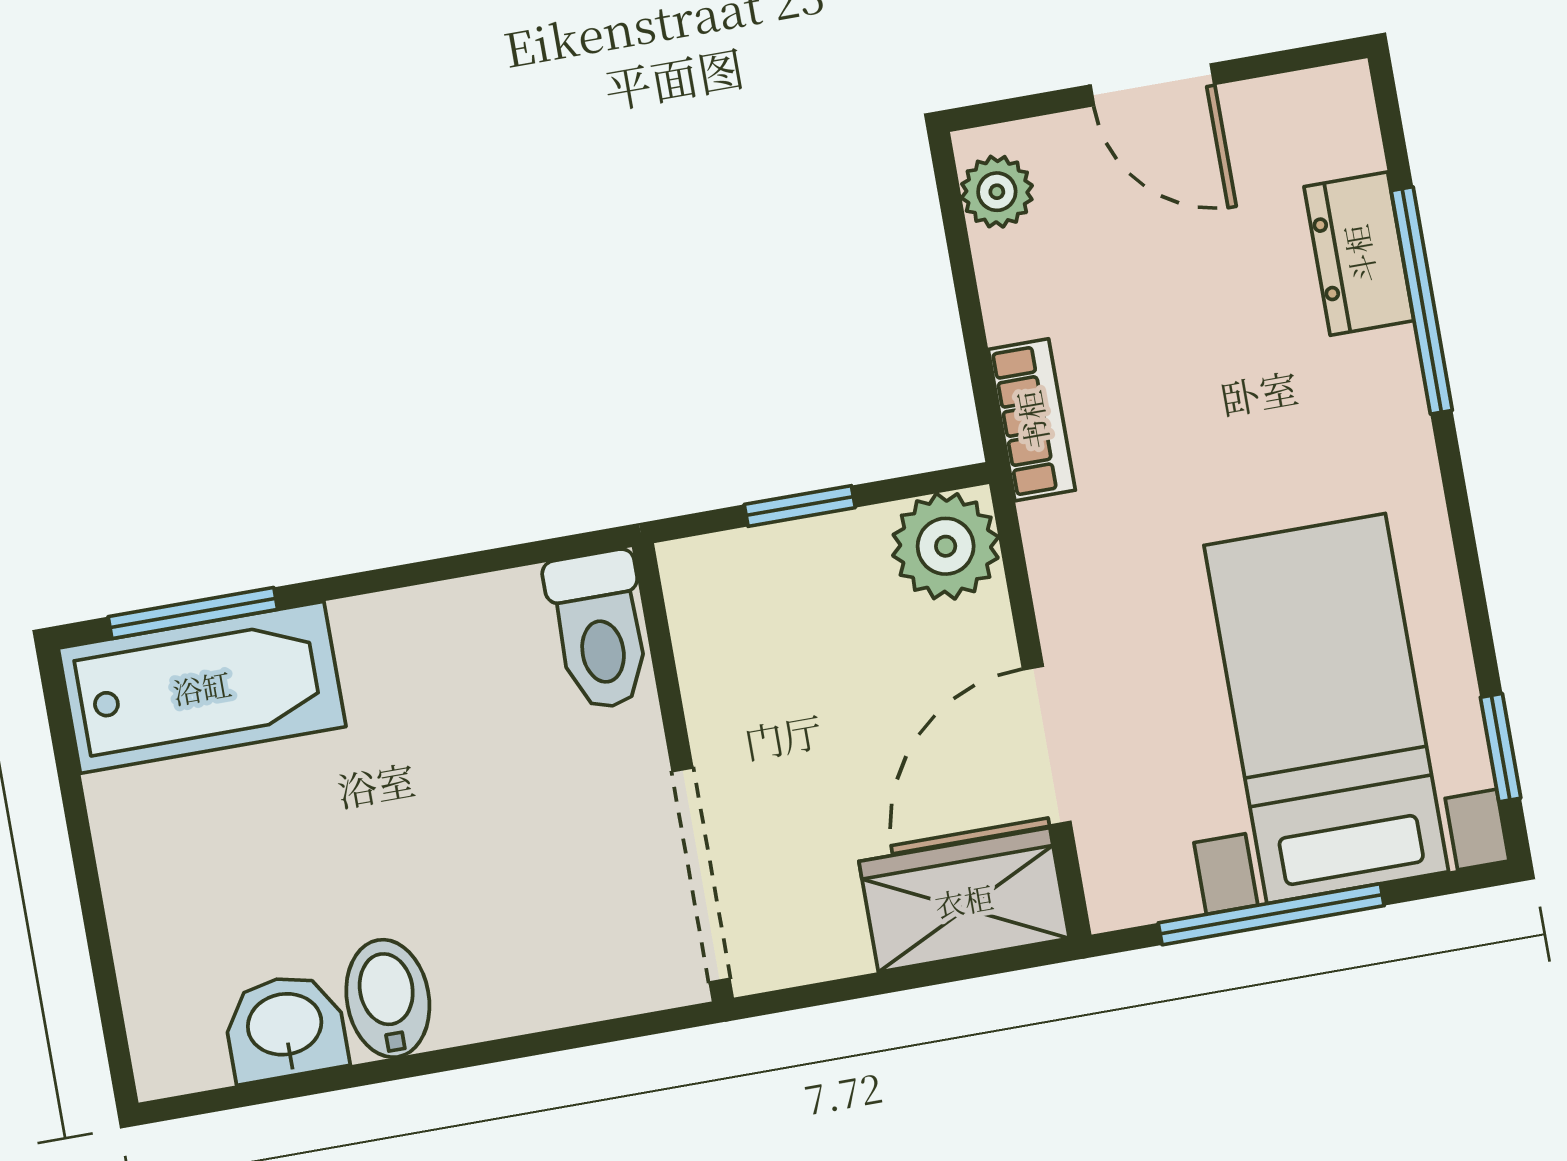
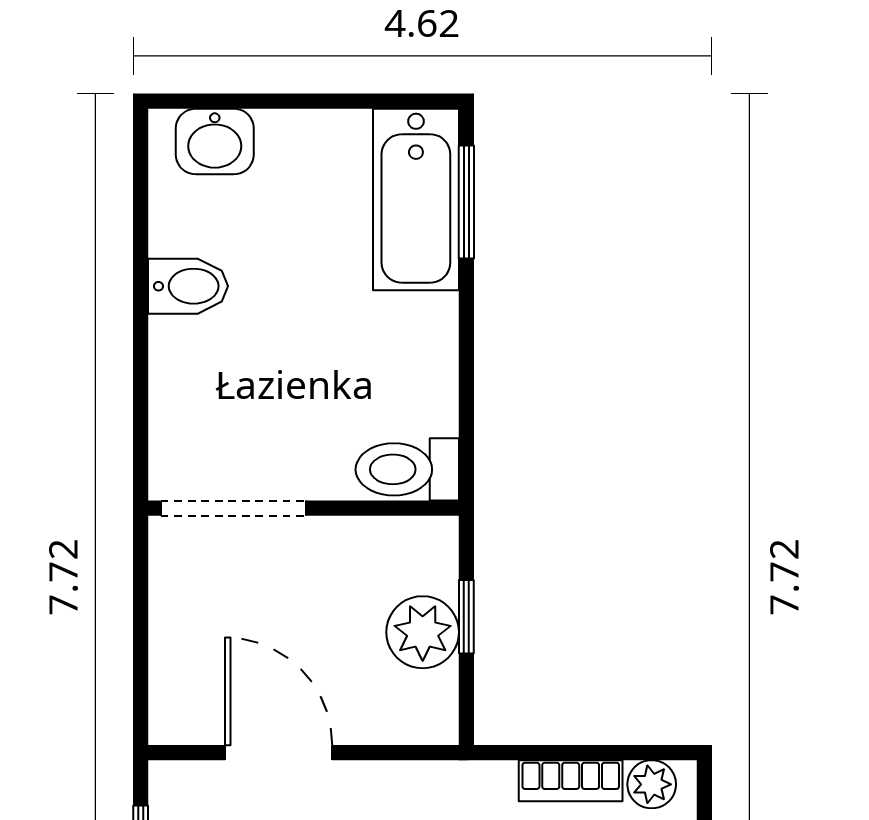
bookcase: (1032, 420) -> (571, 781), moved
plant: (946, 546) -> (423, 632), moved
wardrobe: (964, 900) -> (186, 680), removed
washbasin: (285, 1027) -> (215, 141), moved, turned 90

